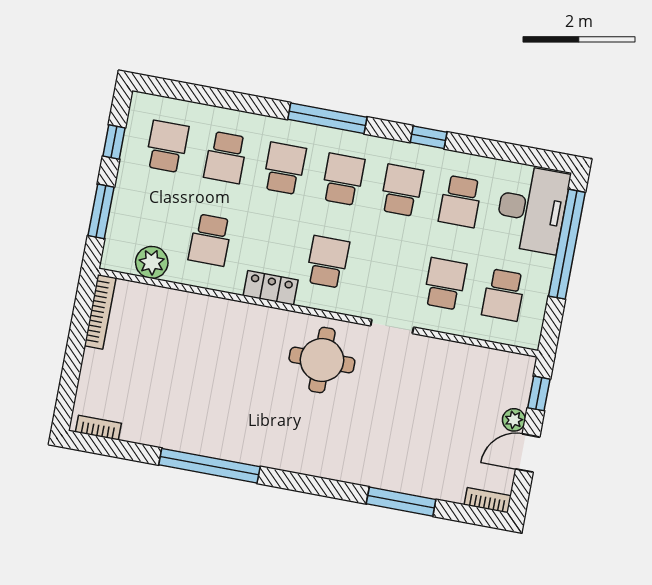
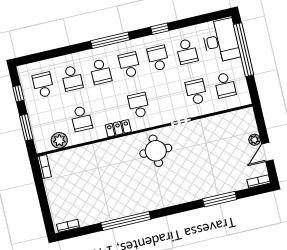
school desk: (284, 168) -> (101, 72), turned 180
bookcase: (100, 312) -> (44, 167), width x0.64
window: (539, 393) -> (261, 123), removed

